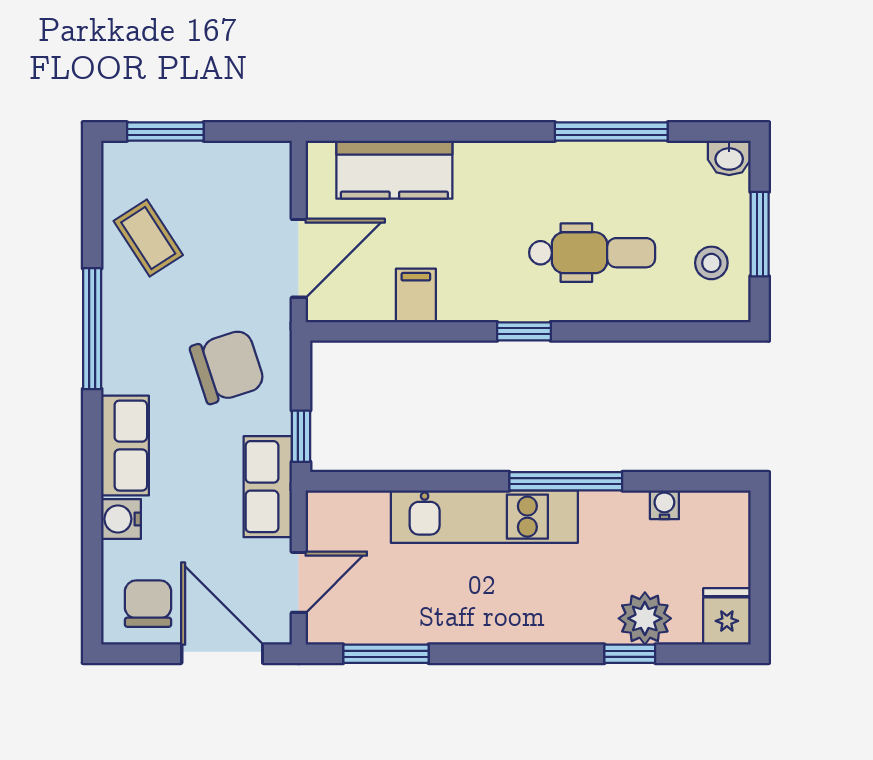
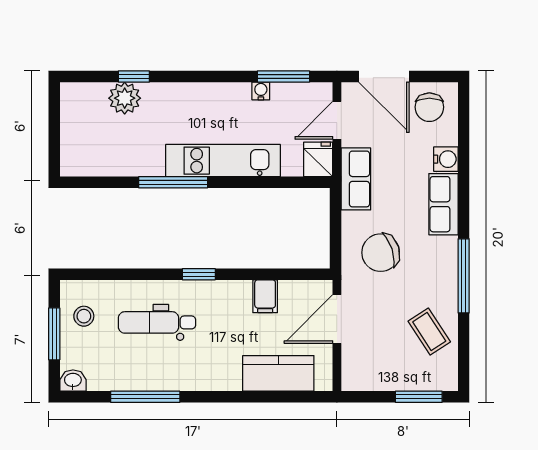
window: (301, 436) -> (336, 210), removed
water cooler: (664, 505) -> (261, 91), moved, turned 180
fridge: (727, 616) -> (318, 159), moved, turned 180

